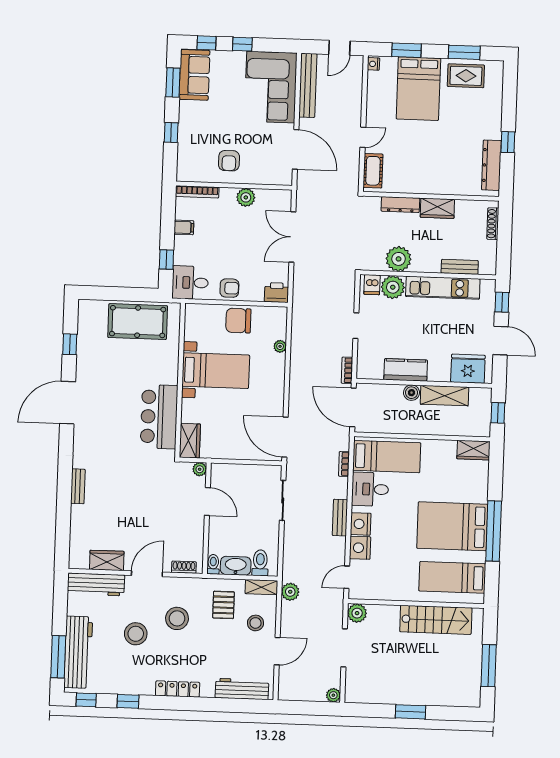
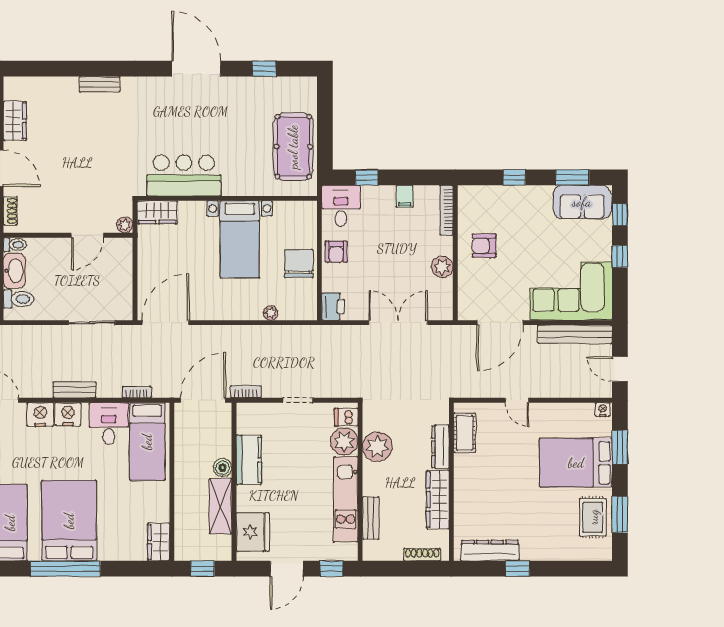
cot: (373, 171) -> (465, 433), moved, turned 90
wardrobe: (437, 208) -> (438, 500), width x1.50

